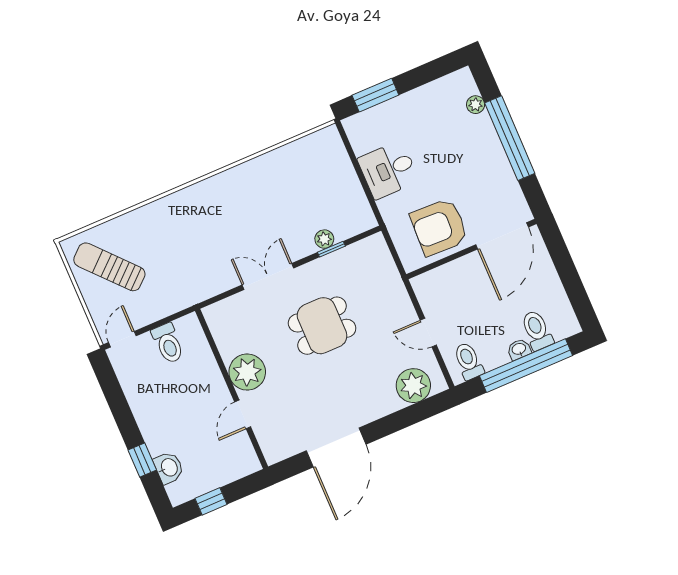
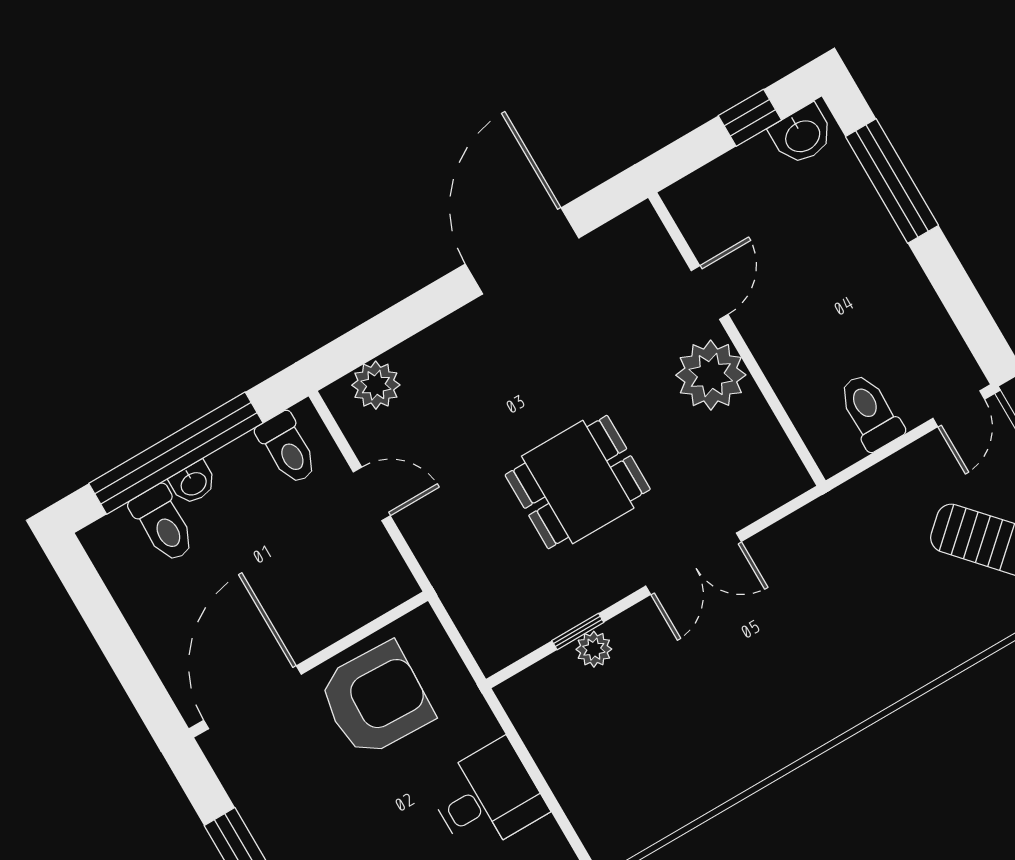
plant: (413, 386) -> (376, 385), width x0.73, depth x0.73
window: (142, 460) -> (892, 181), width x2.17
washbasin: (169, 468) -> (802, 135), moved, turned -90

